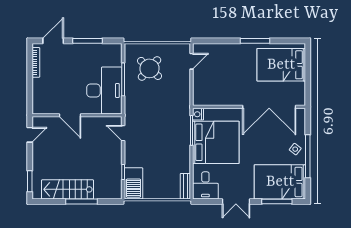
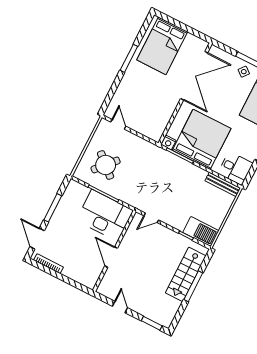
door: (70, 115) -> (111, 257), swing flipped
door: (30, 135) -> (120, 307), moved
bench: (185, 186) -> (223, 184), width x1.36
stairs: (68, 189) -> (186, 274), moved

